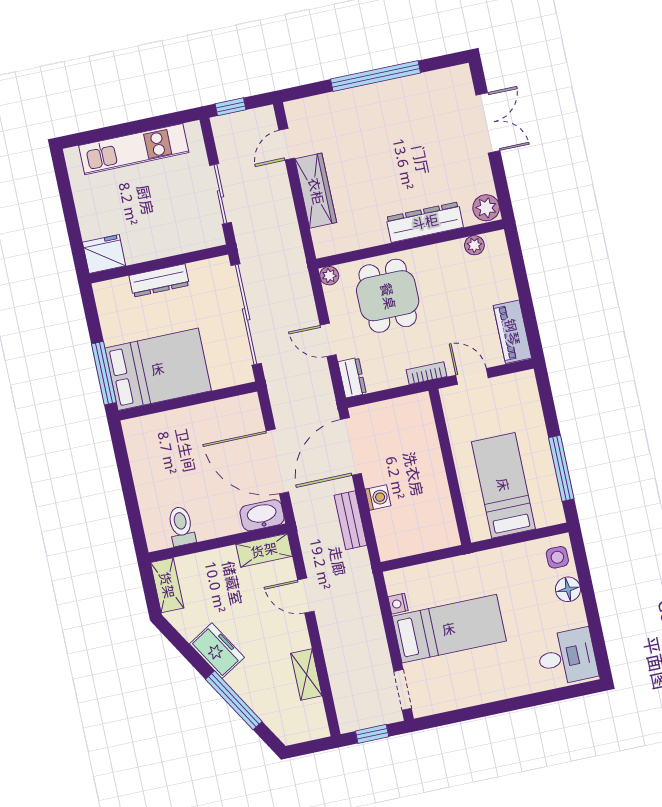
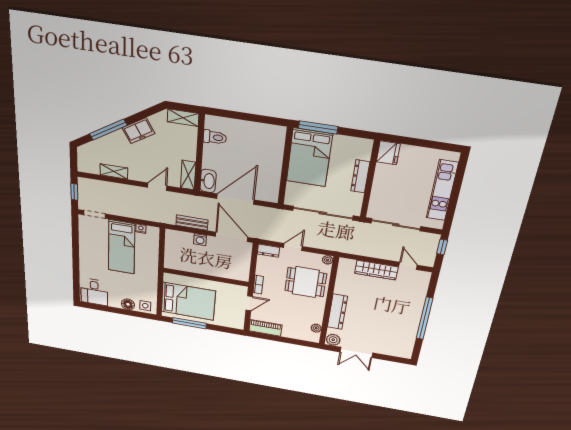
double door: (488, 123) -> (356, 352), moved
sliding door: (220, 194) -> (396, 225), width x1.37
bed: (503, 485) -> (188, 301), width x1.50

